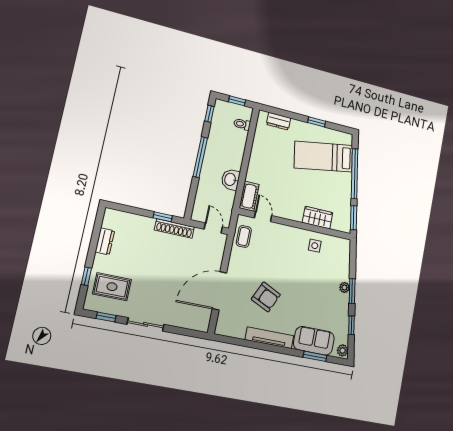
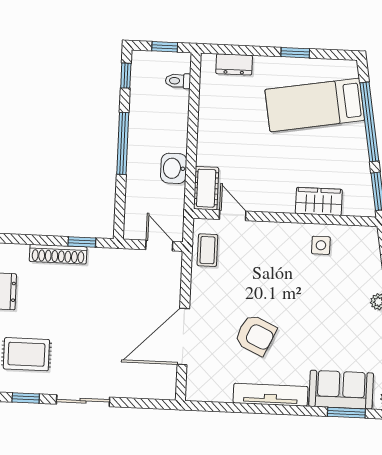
shoe rack: (174, 229) -> (58, 254), moved

